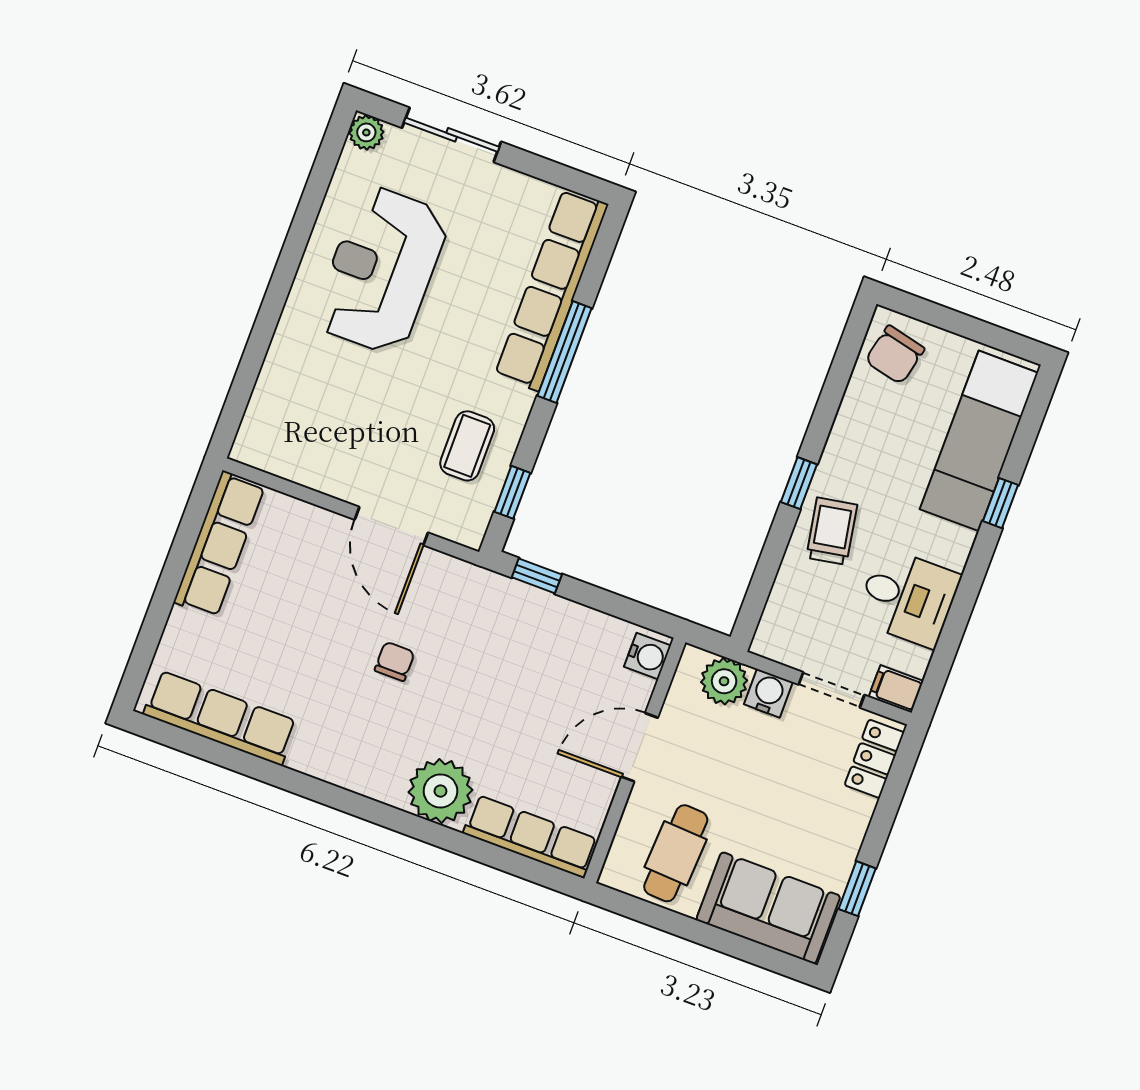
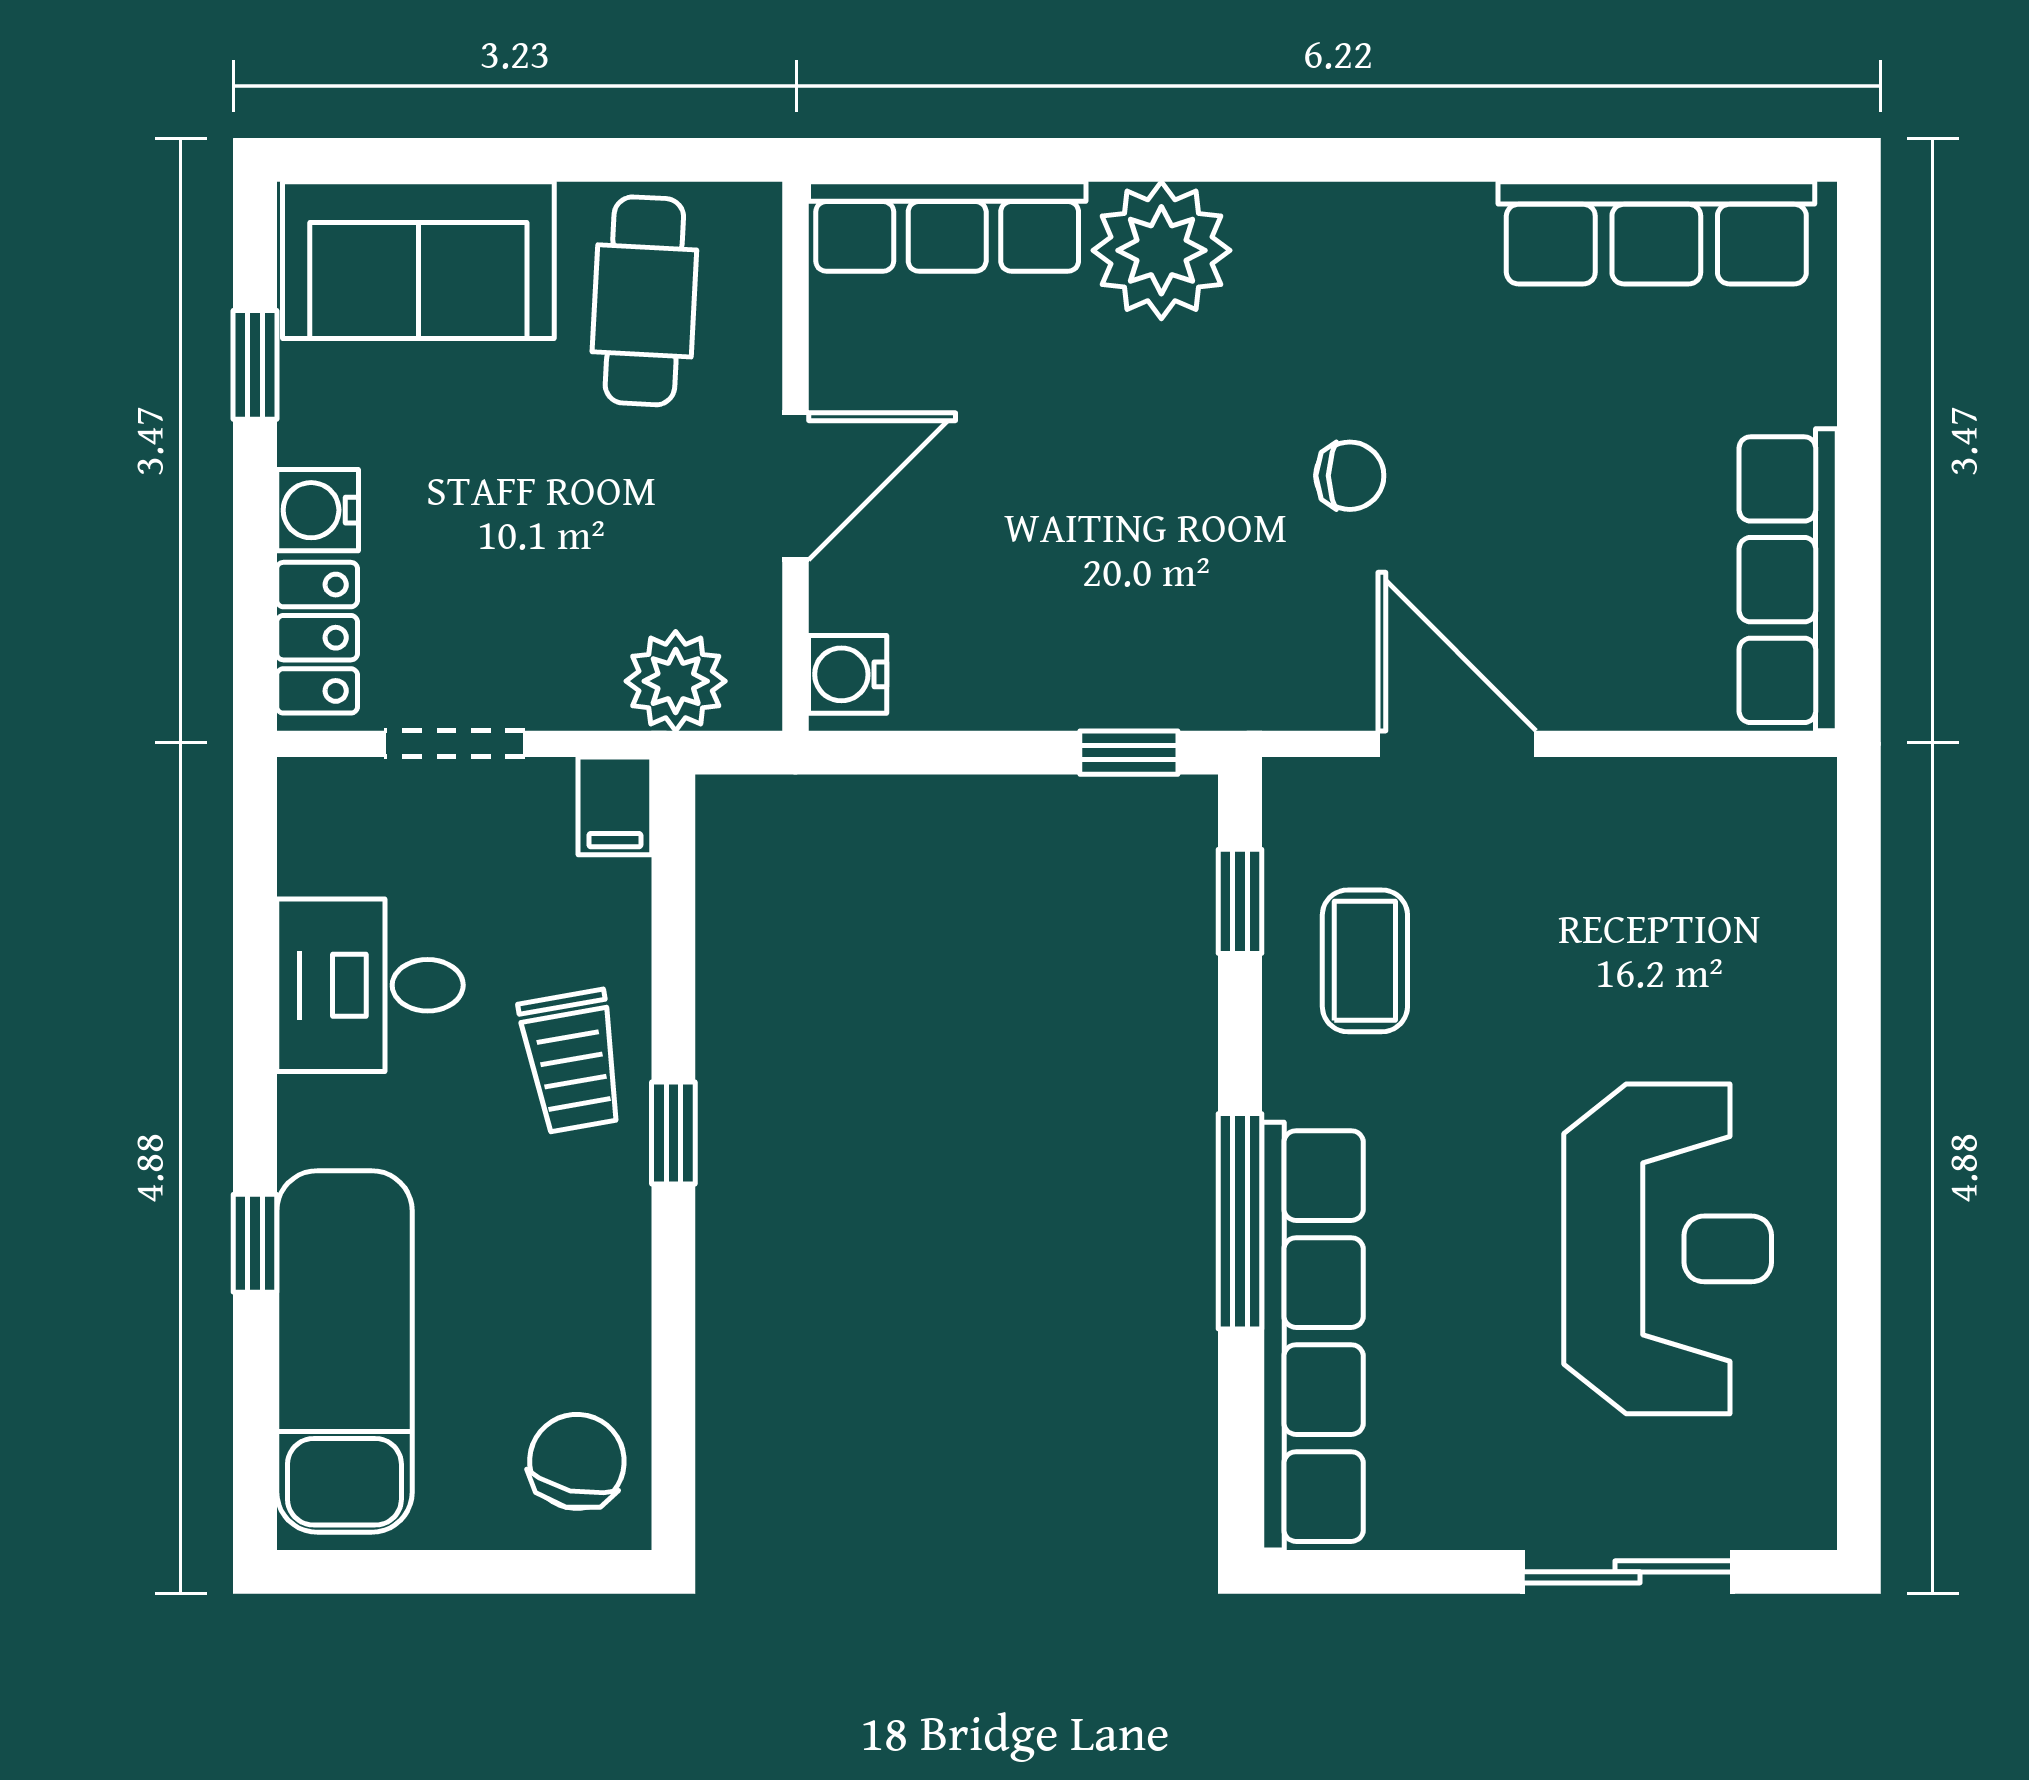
plant: (366, 132) -> (1800, 1513), removed
chair: (395, 661) -> (1350, 476), turned -90
filing cabinet: (896, 689) -> (615, 806), moved, turned 90
water cooler: (768, 693) -> (318, 510), moved, turned 90

